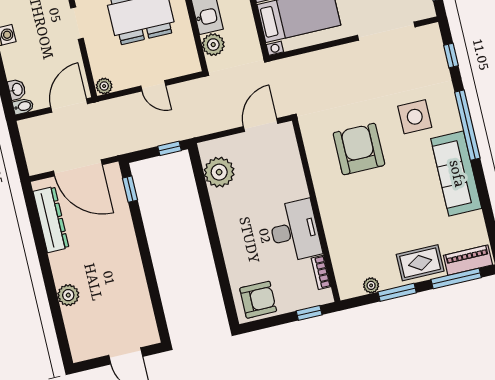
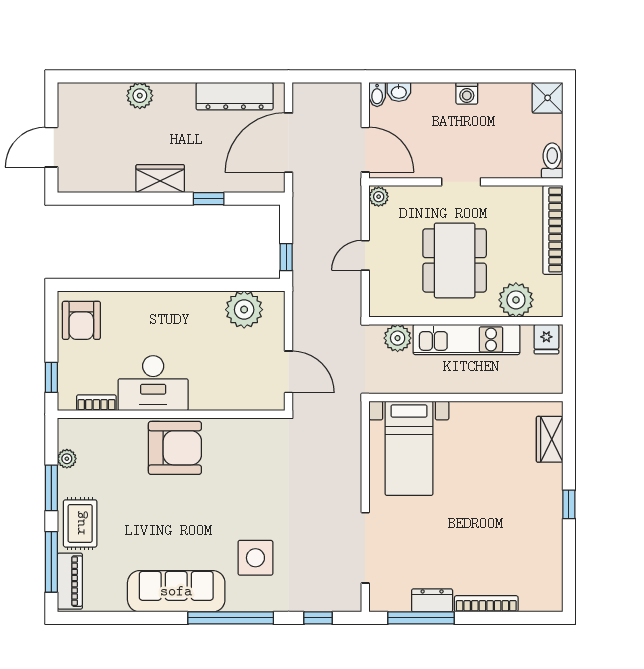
armchair: (359, 149) -> (175, 448), moved
window: (130, 189) -> (209, 199), moved
wardrobe: (131, 263) -> (160, 179), added

